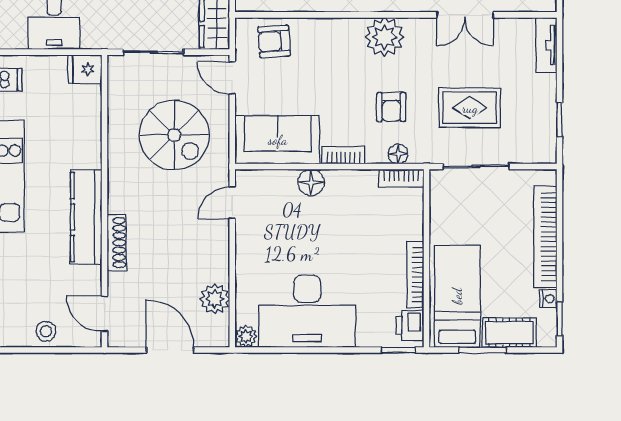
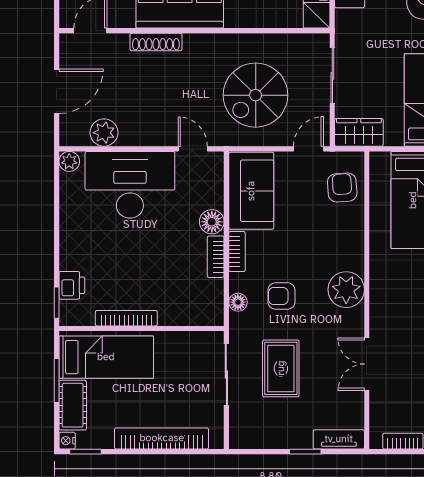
window: (559, 120) -> (305, 452), moved
bookcase: (401, 178) -> (216, 257), moved
nightstand: (548, 299) -> (67, 441), moved, turned 90
desk: (307, 311) -> (130, 185), moved, turned 90
printer: (410, 325) -> (72, 285), moved, turned 90

